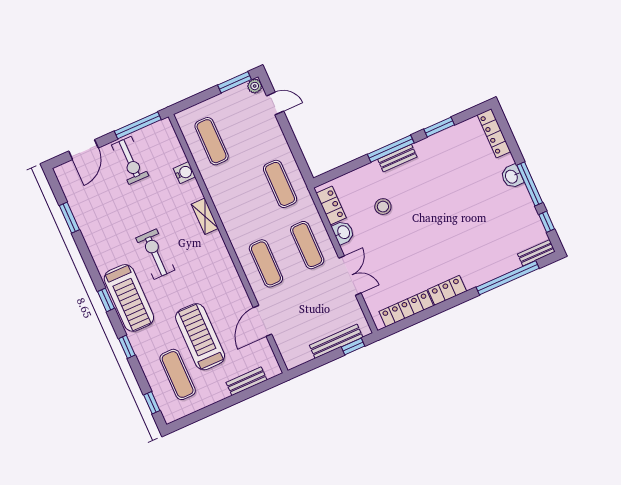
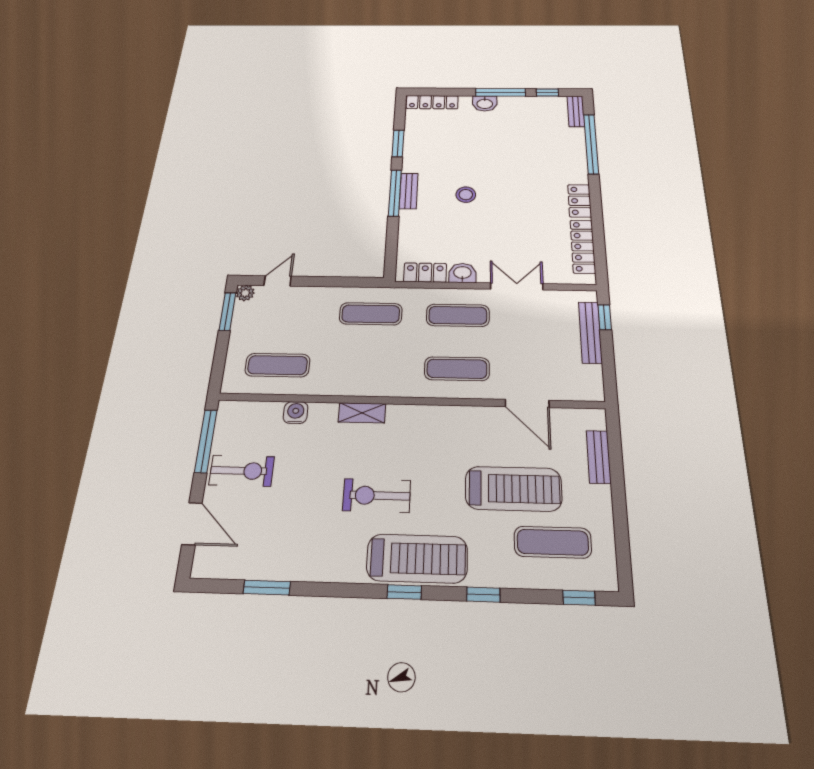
stool: (383, 207) -> (466, 195), moved
treadmill: (200, 337) -> (513, 489), turned 180

